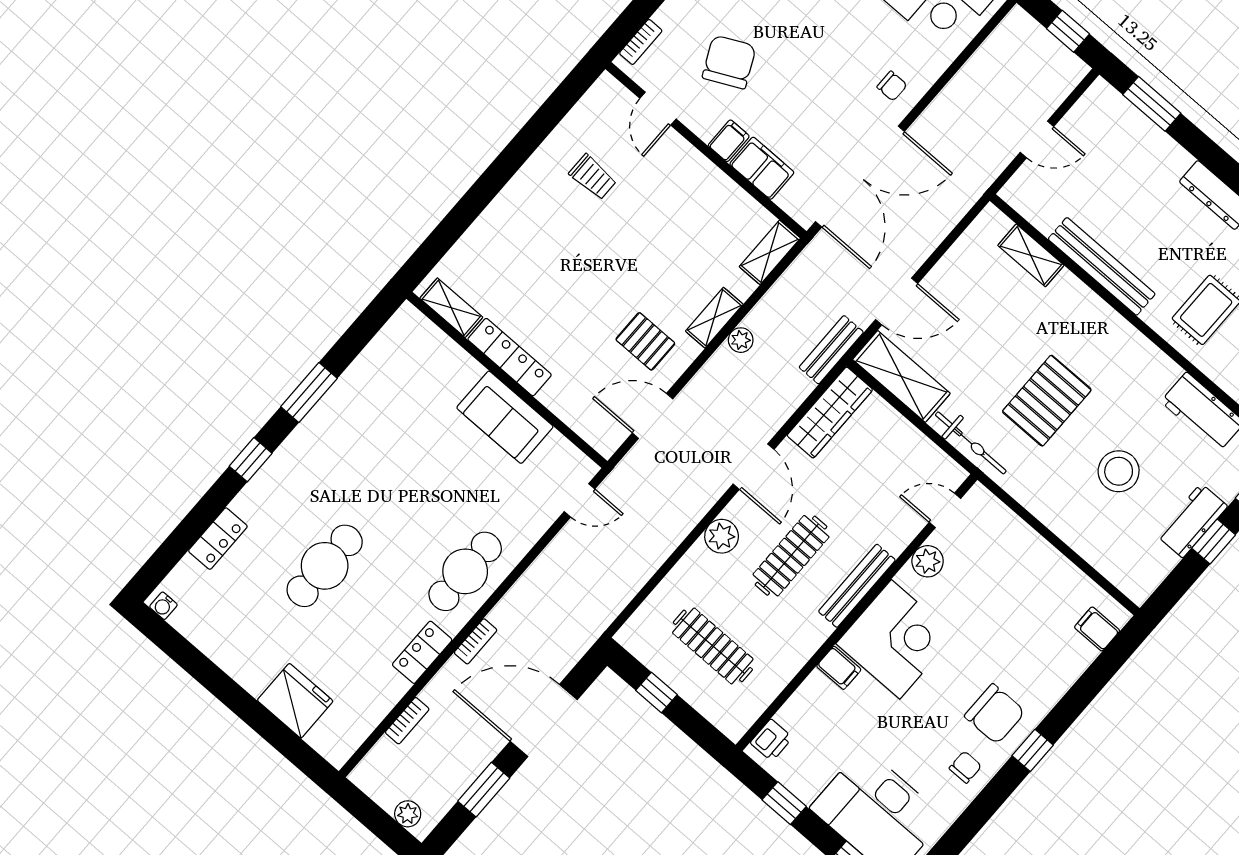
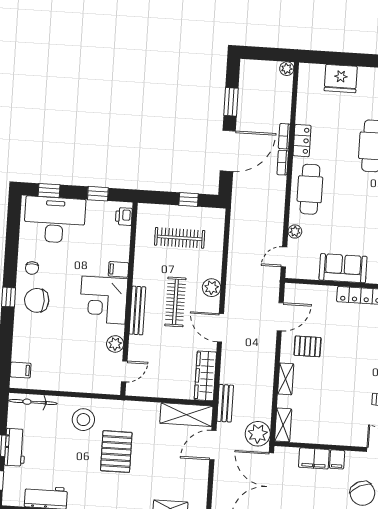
plant: (741, 340) -> (258, 434), moved, width x1.87, depth x1.87
bicycle: (971, 443) -> (33, 402), moved
stool: (1119, 471) -> (83, 420), moved
plant: (535, 526) -> (295, 231), added
bookcase: (407, 721) -> (284, 136), moved
plant: (408, 814) -> (287, 69), moved

